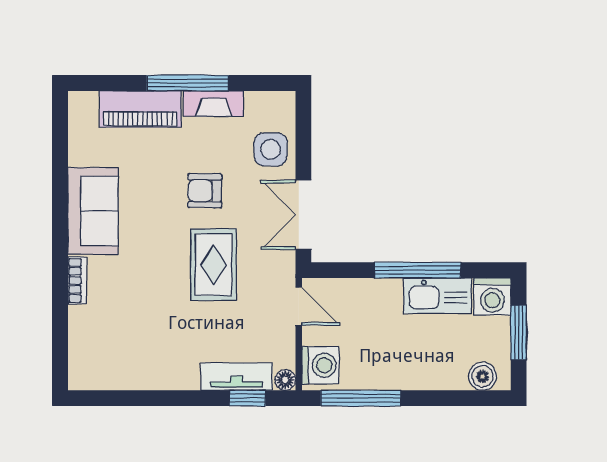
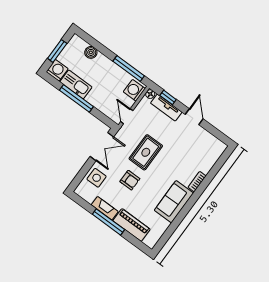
boiler: (483, 376) -> (91, 52), moved
door: (172, 398) -> (194, 117), added

